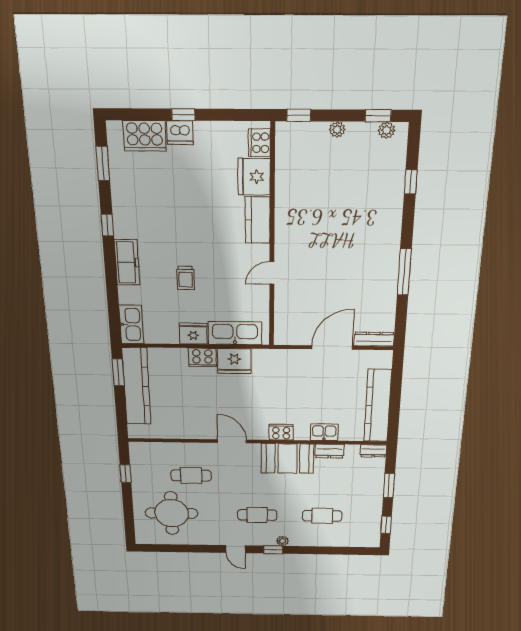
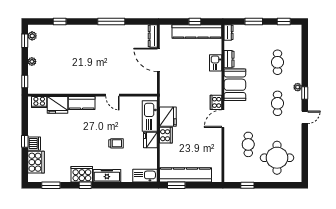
cooker: (127, 219) -> (82, 174), added
window: (395, 403) -> (195, 21), added
cooker: (281, 432) -> (216, 102), moved

